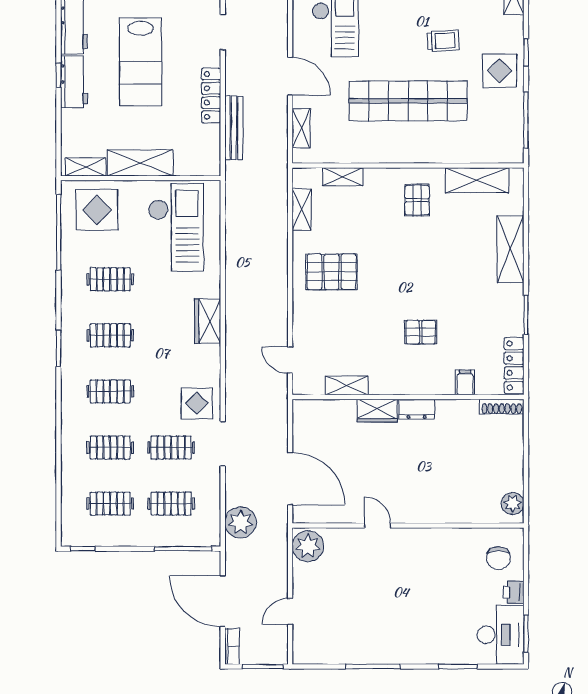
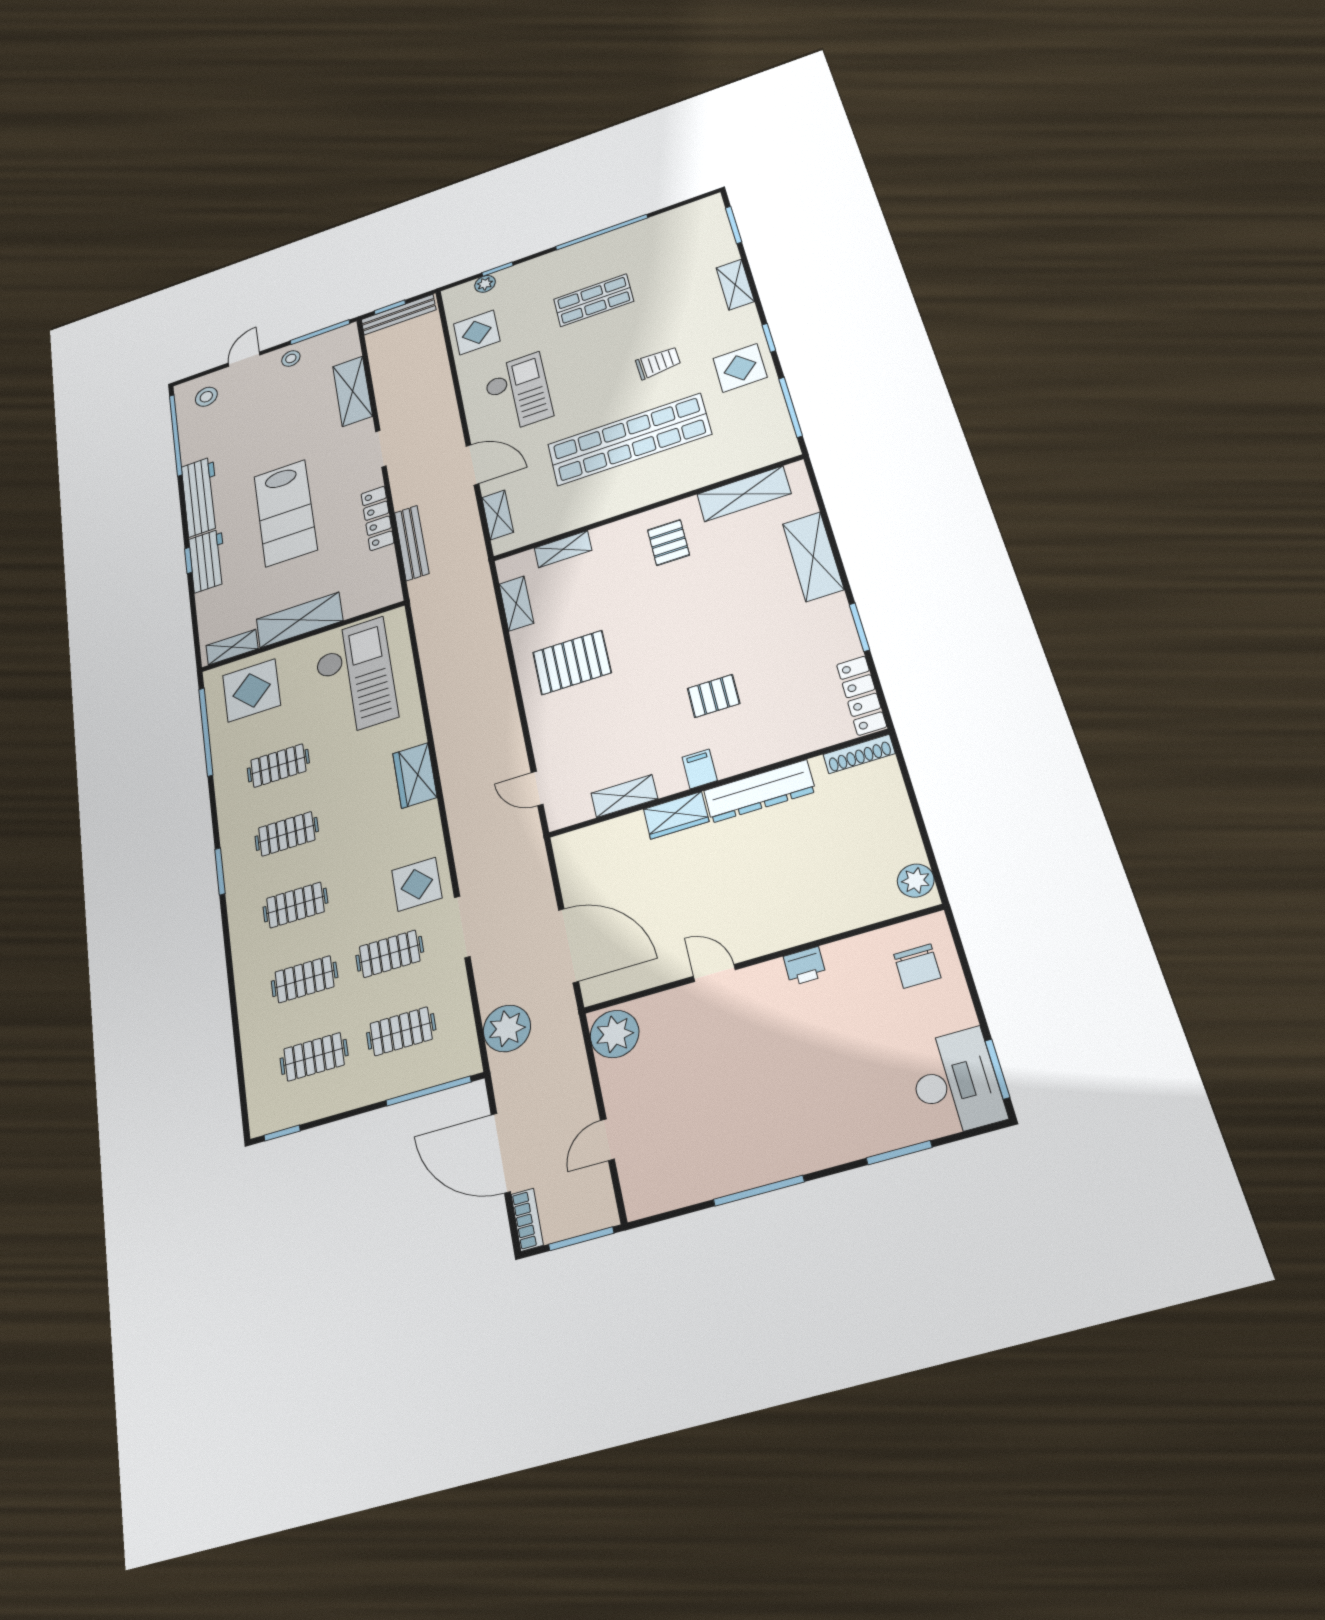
filing cabinet: (465, 383) -> (700, 769), moved
dresser: (417, 409) -> (759, 791), width x1.96, depth x1.24
printer: (514, 592) -> (805, 966), moved, turned -90

